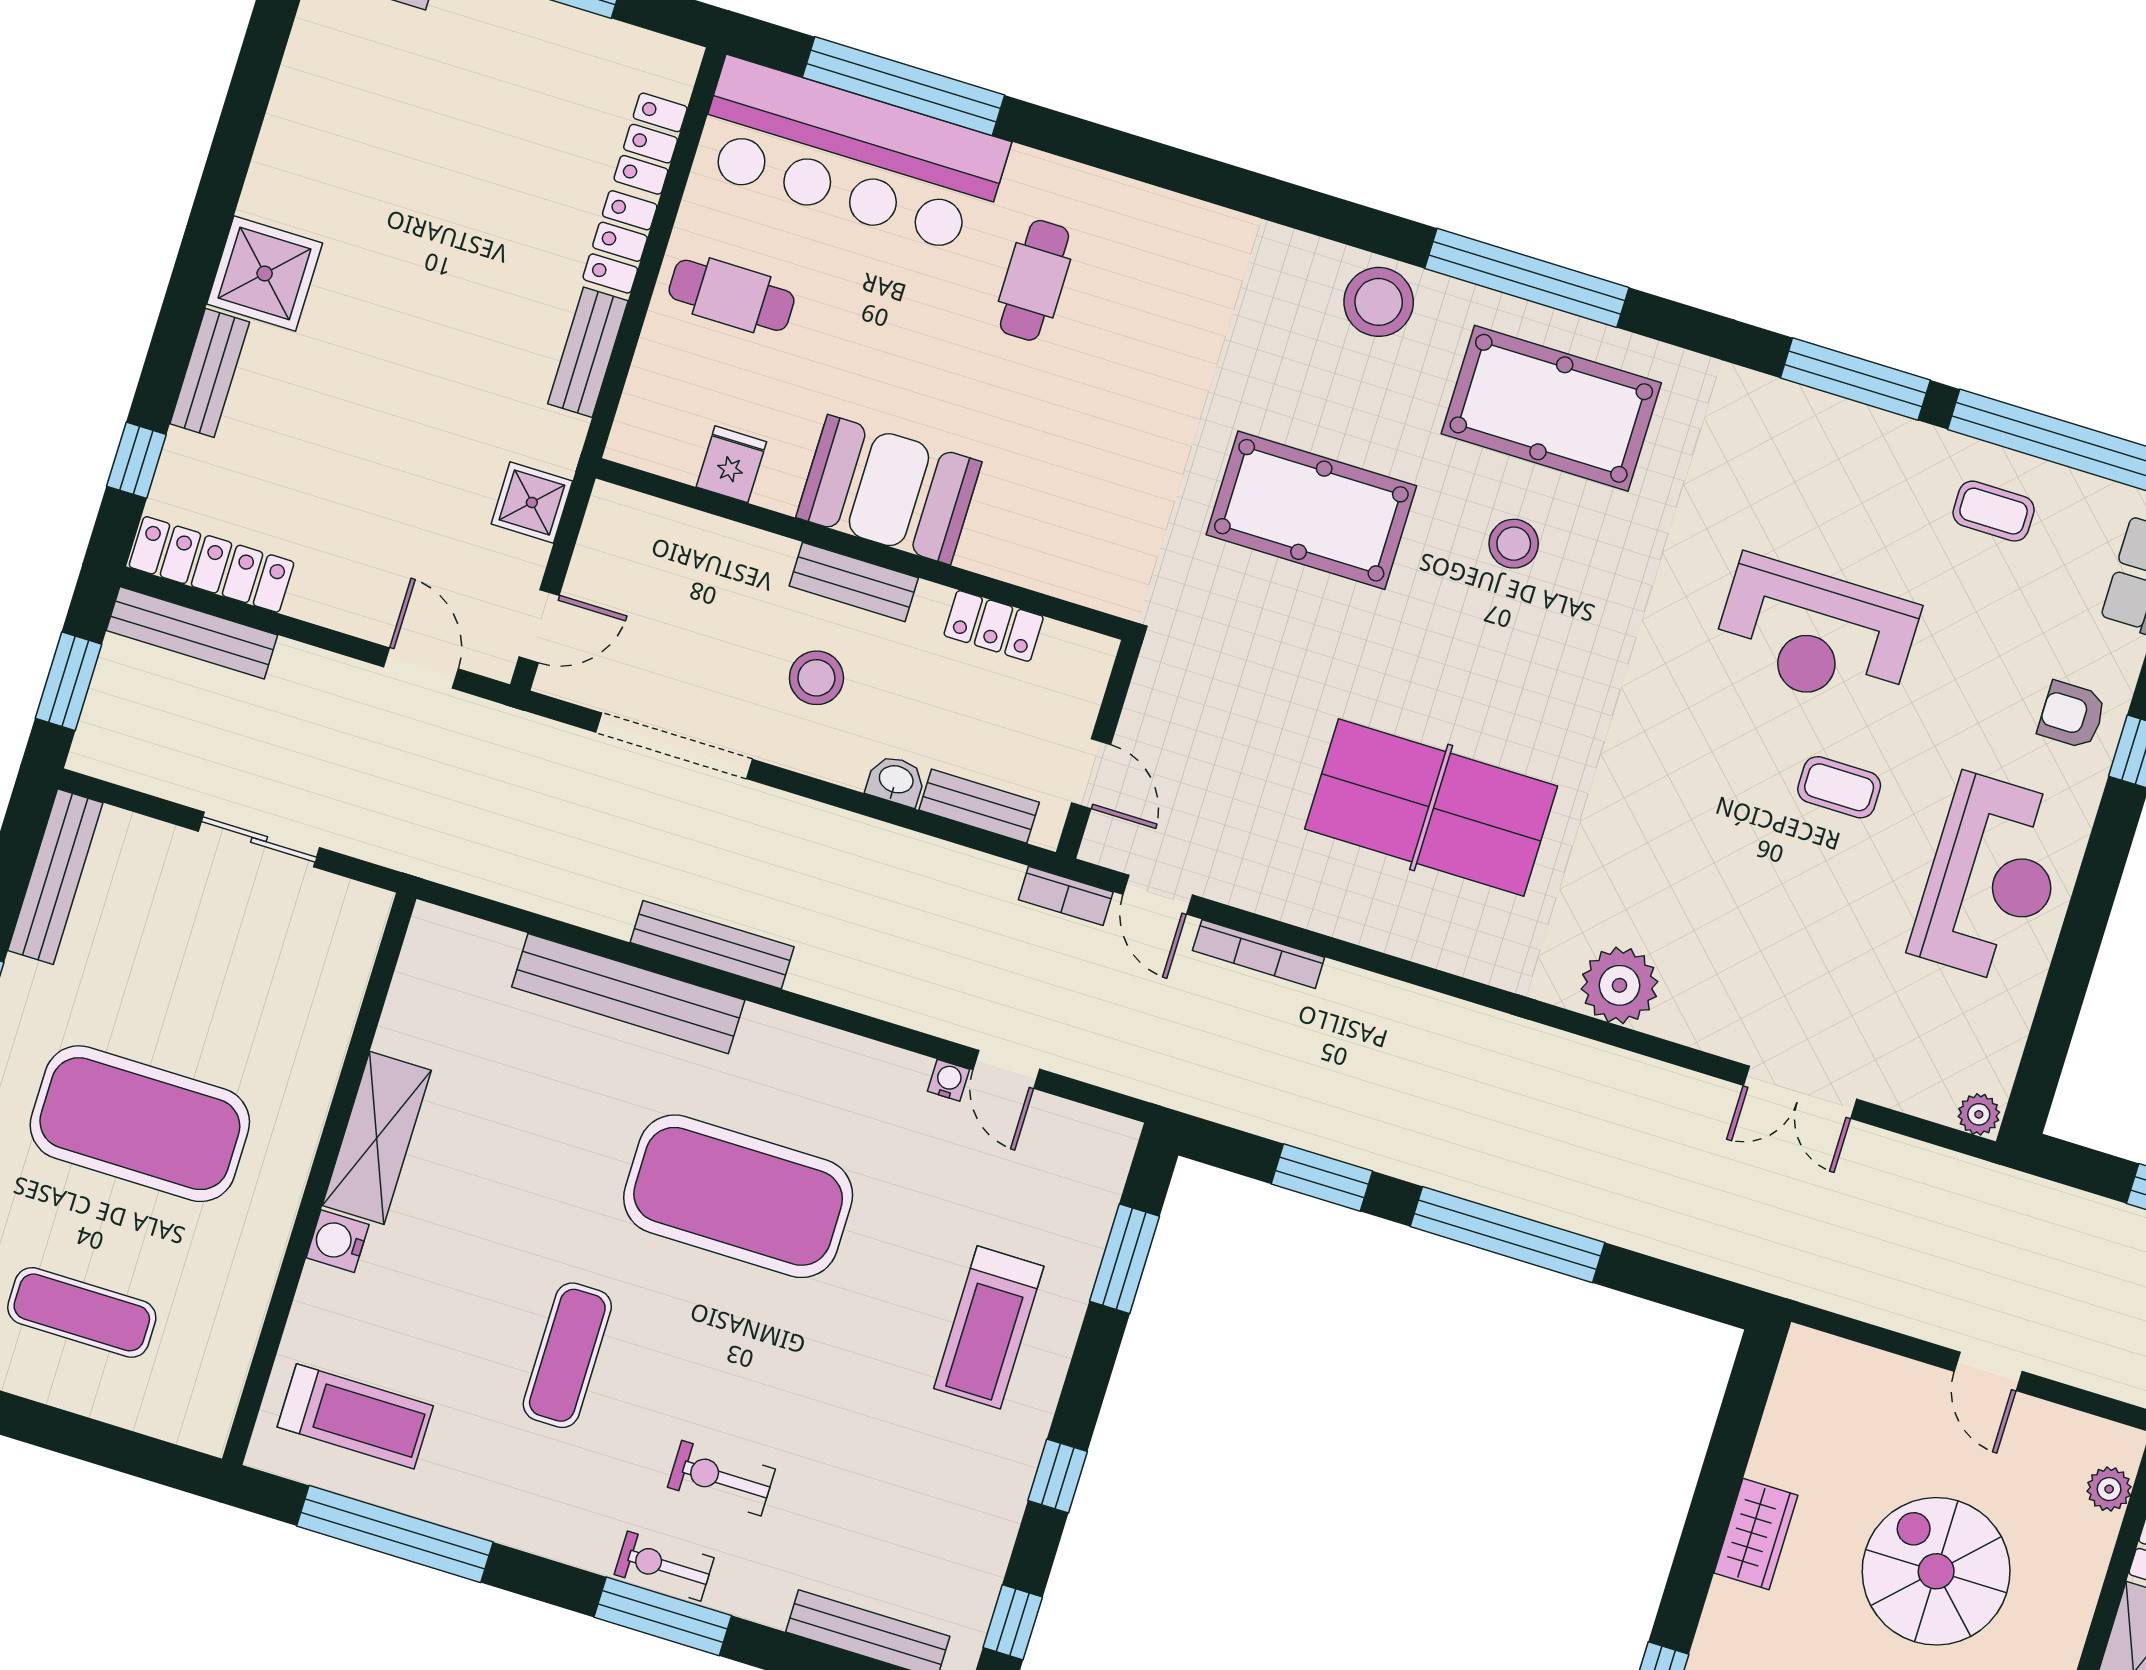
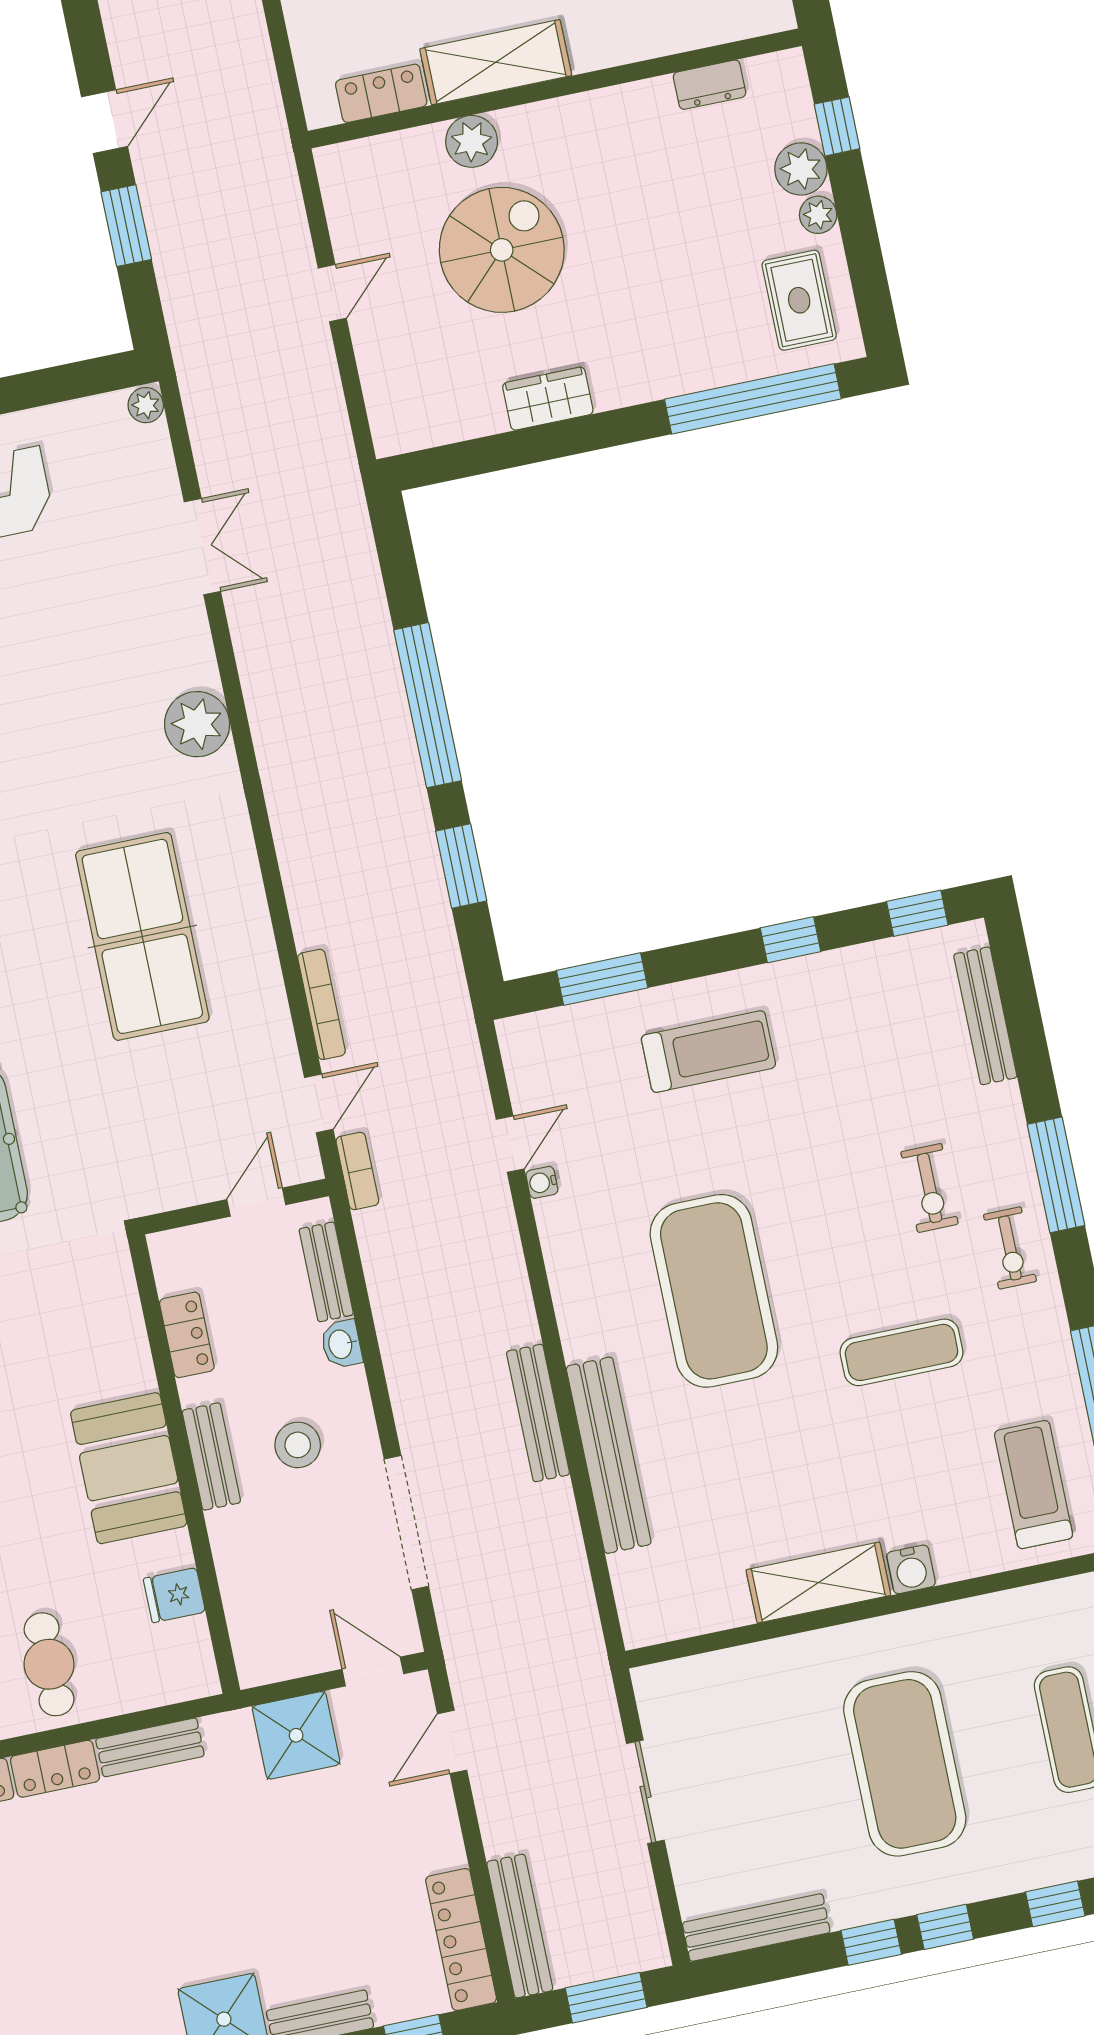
shower: (532, 502) -> (296, 1735), width x1.36, depth x1.36
plant: (2109, 1489) -> (472, 141), moved, width x1.38, depth x1.38
exercise bike: (664, 1566) -> (1010, 1248), moved
spiral stairs: (1936, 1571) -> (502, 250), turned 180

